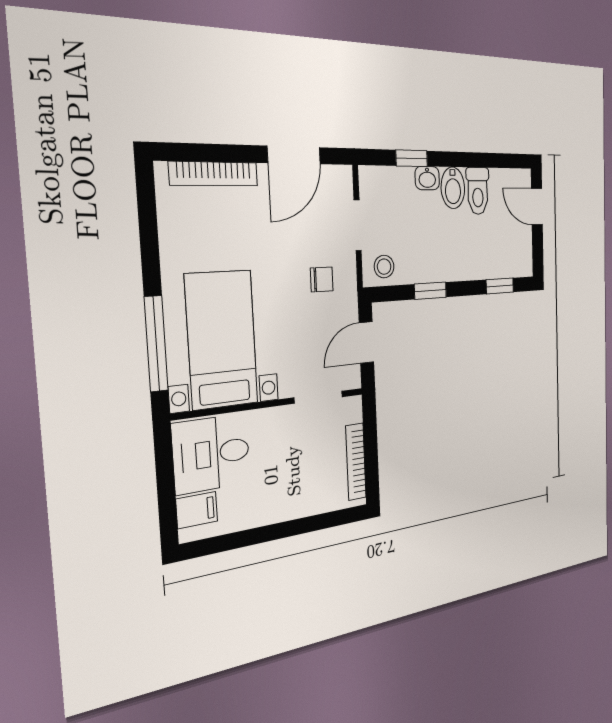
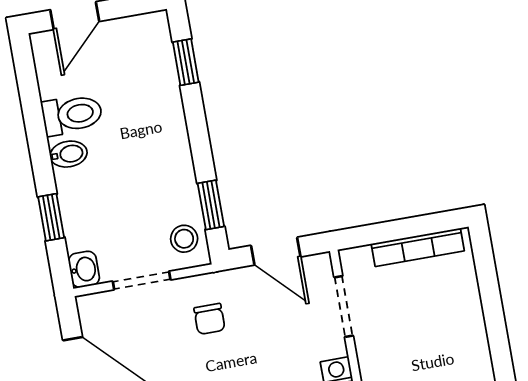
washbasin: (427, 178) -> (84, 269), moved
bidet: (453, 188) -> (68, 154), width x0.72, depth x0.74
chair: (322, 279) -> (209, 319), turned 180
window: (430, 291) -> (211, 205), moved

